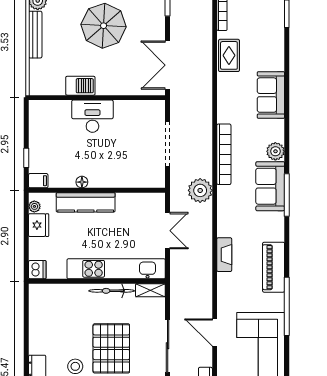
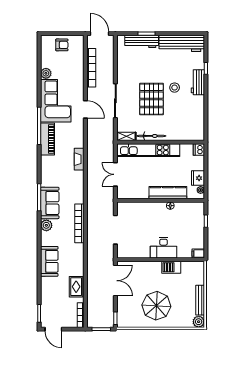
filing cabinet: (38, 181) -> (198, 254), moved
plant: (200, 190) -> (95, 200), removed
piano: (274, 267) -> (48, 139), moved

